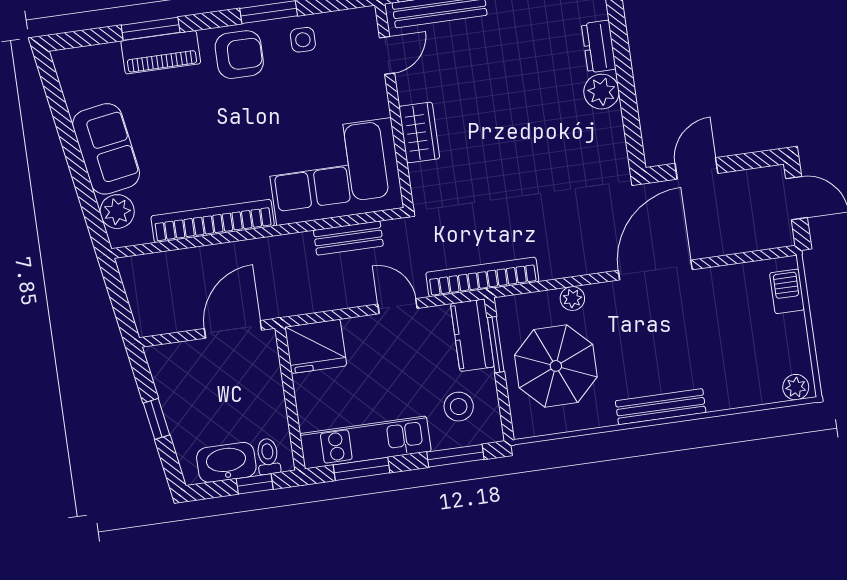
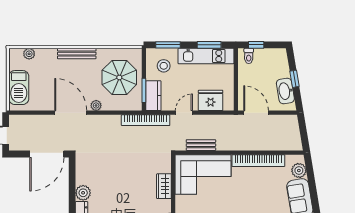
door: (696, 168) -> (47, 154), width x1.88
door: (655, 270) -> (71, 113), swing flipped
barbecue: (787, 291) -> (19, 88), width x1.88, depth x1.53
plant: (572, 299) -> (96, 105), moved
door: (398, 306) -> (184, 113), swing flipped
door: (233, 329) -> (256, 113), swing flipped
fridge: (316, 346) -> (211, 100), moved
plant: (796, 387) -> (29, 54), moved
washbasin: (226, 462) -> (285, 91), moved, turned 81

